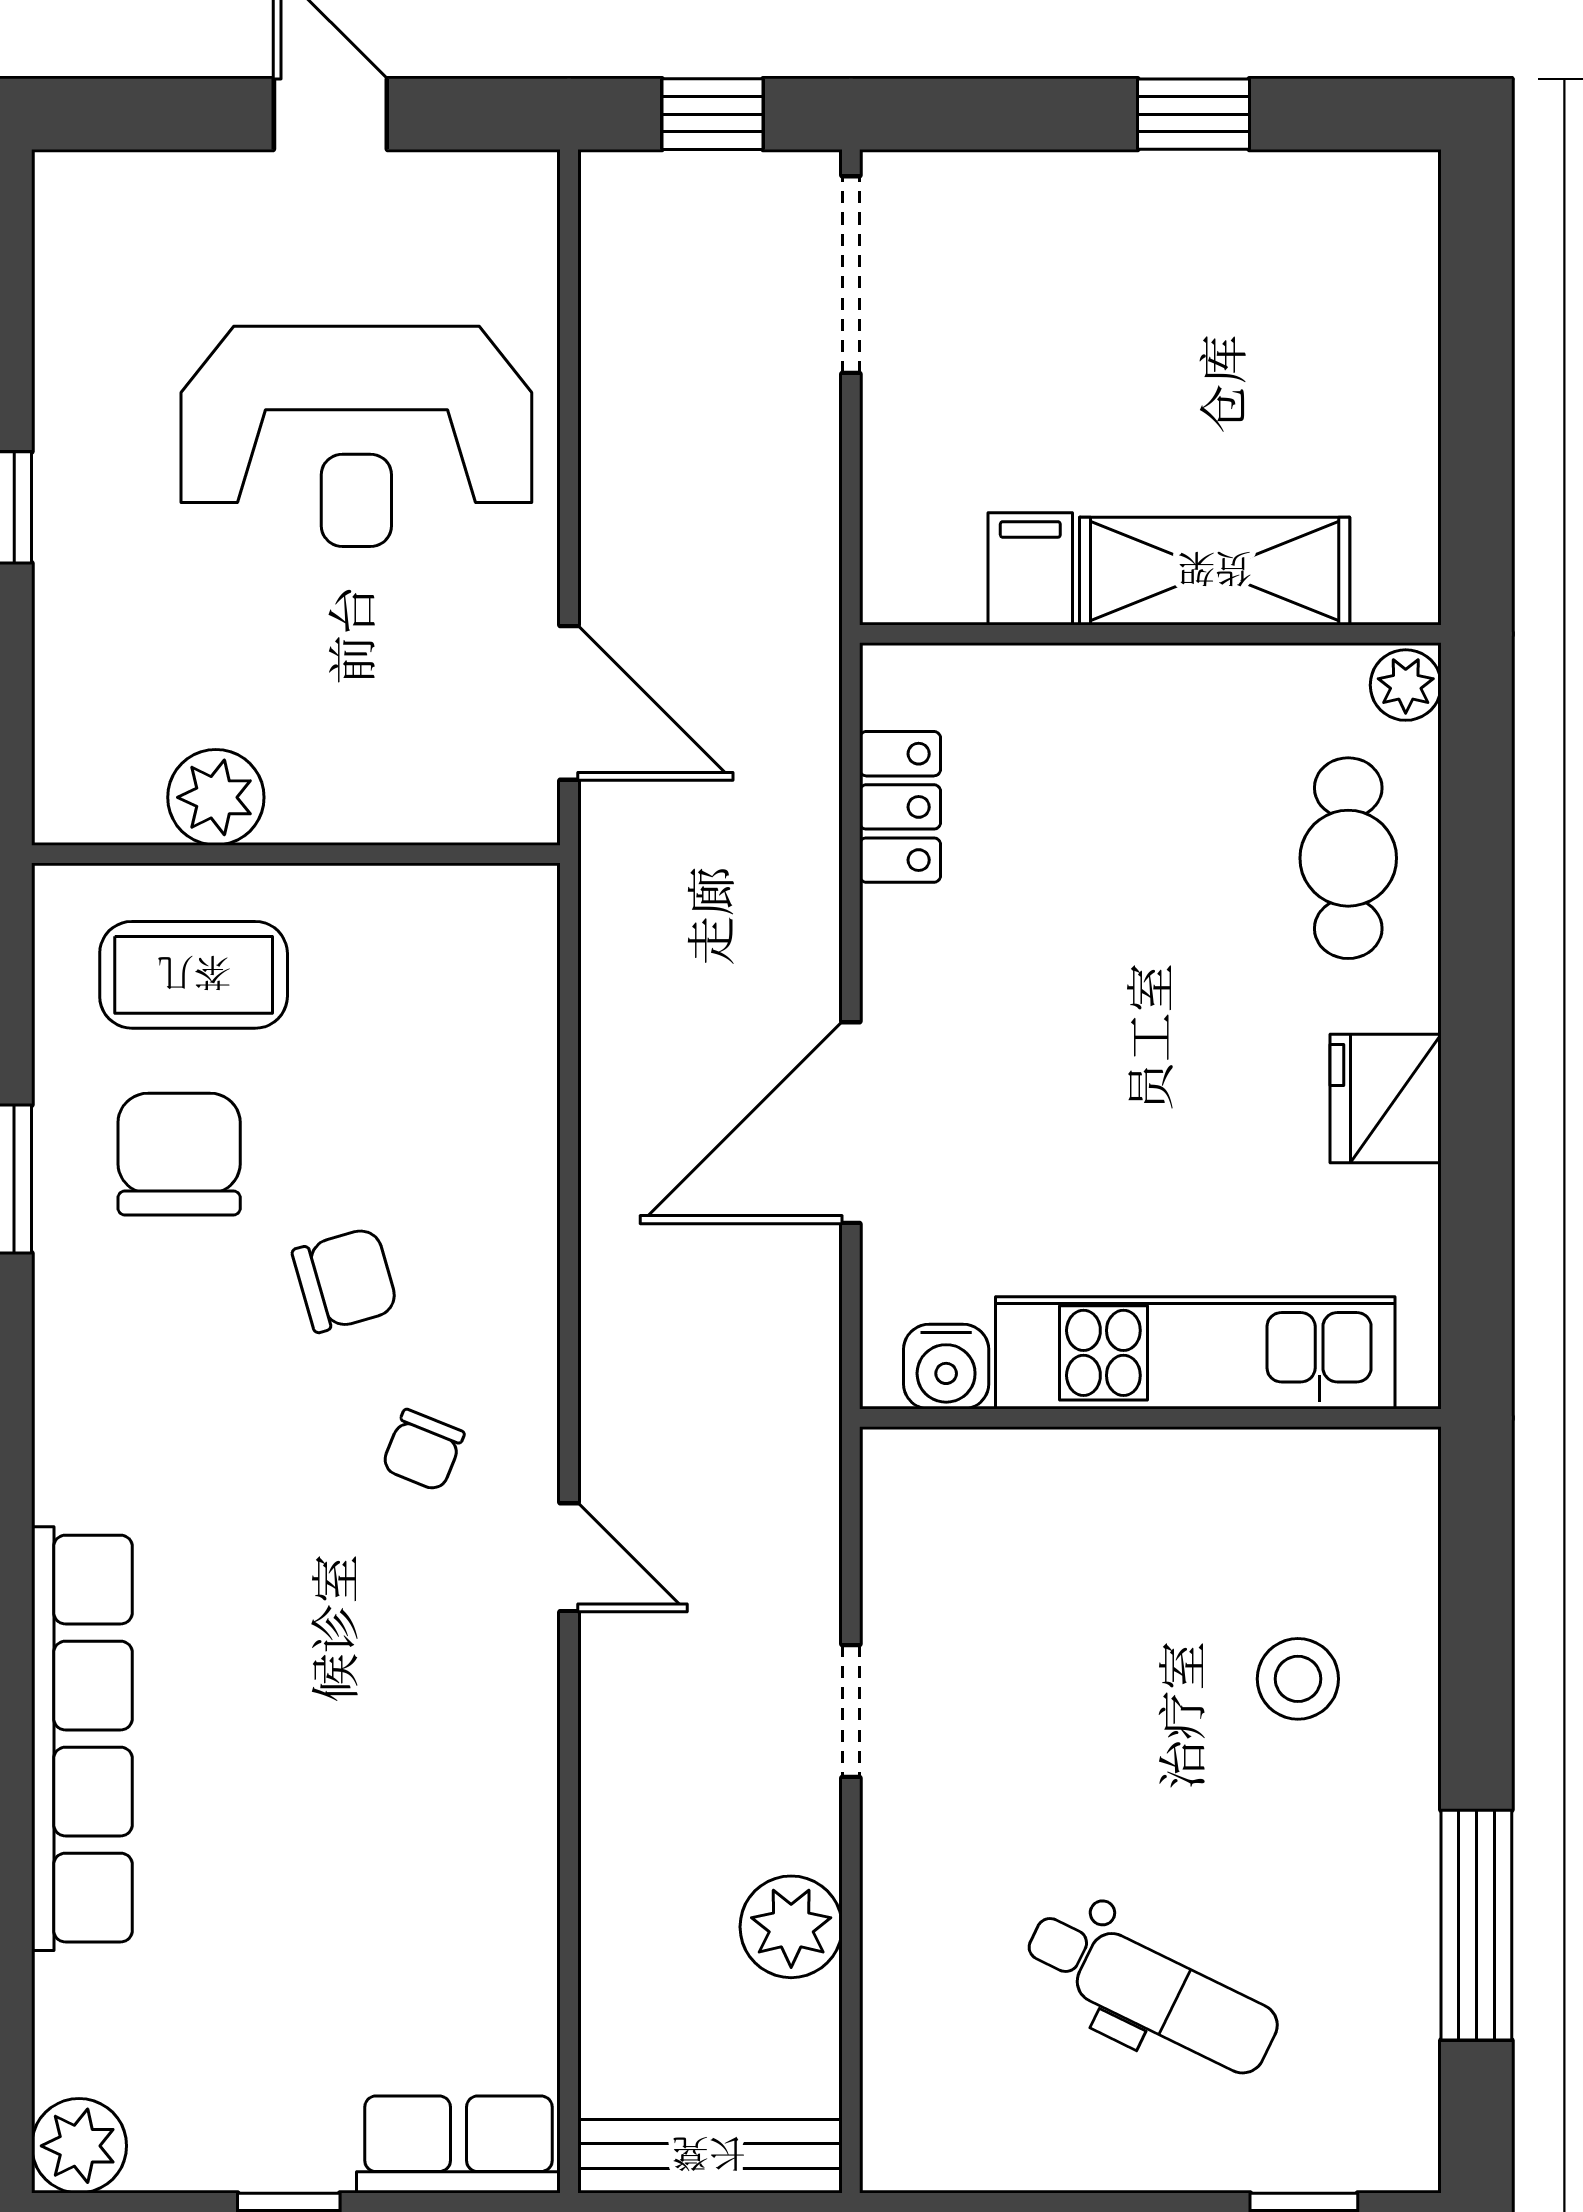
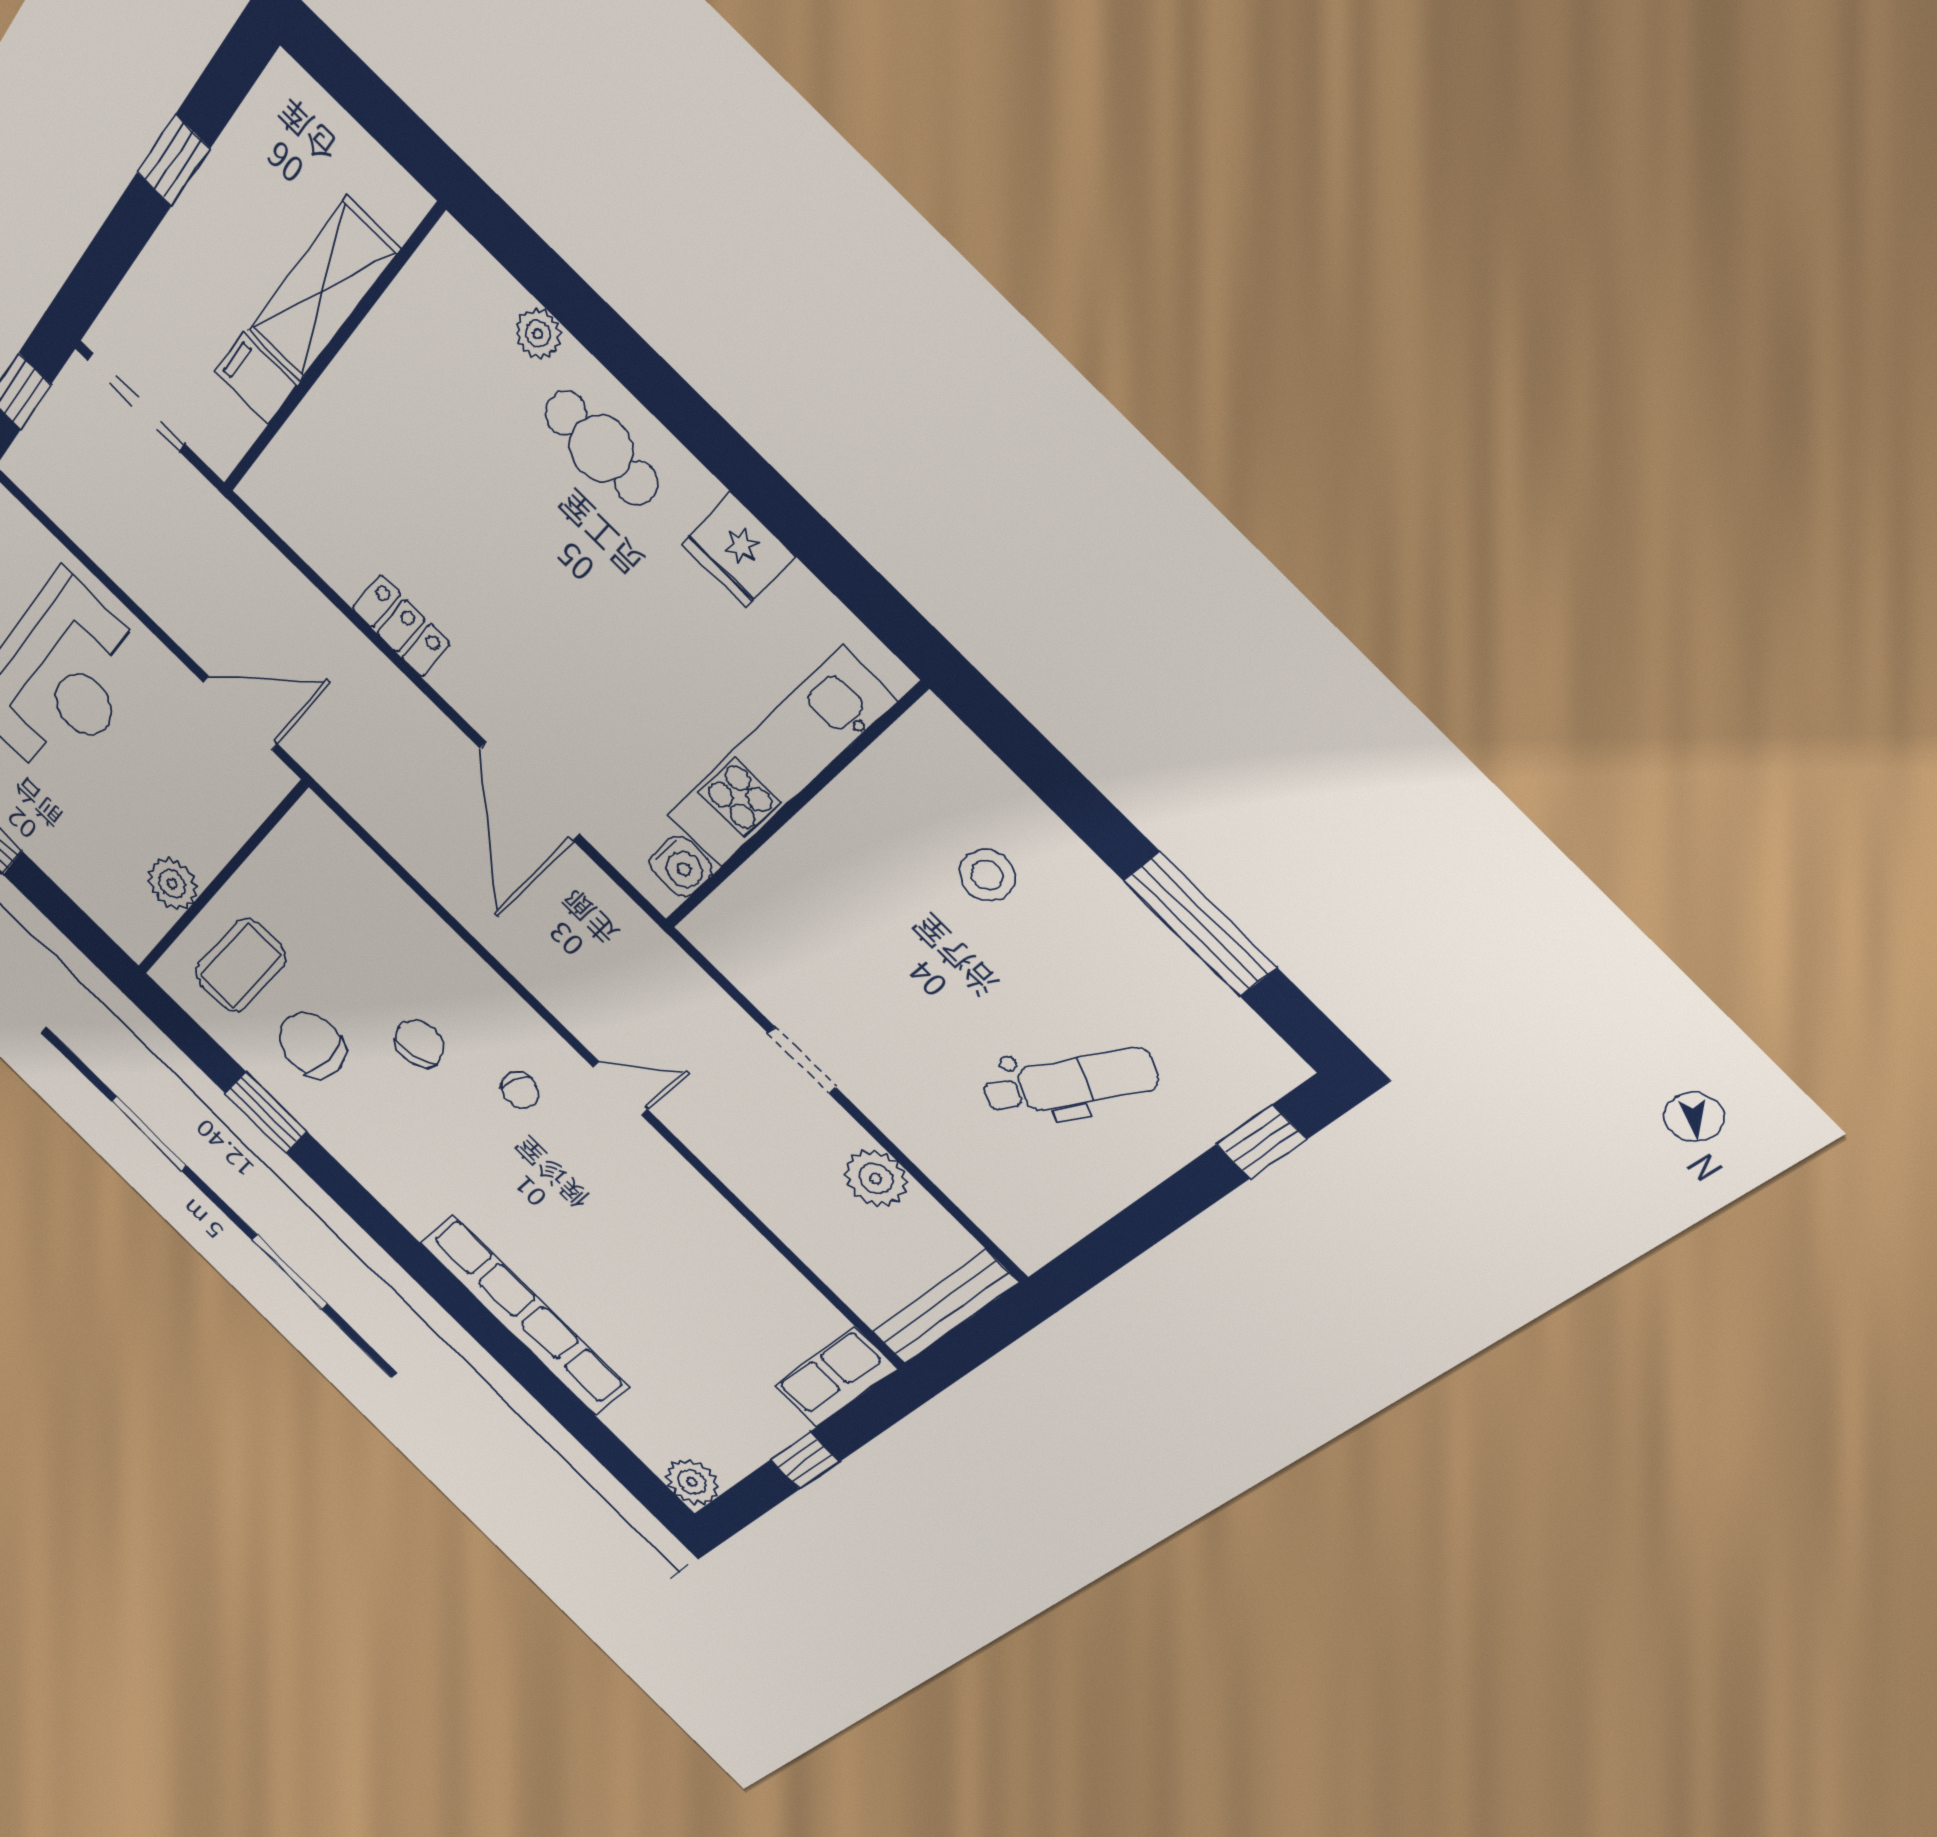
filing cabinet: (1030, 569) -> (256, 379), moved
shelving: (1215, 571) -> (323, 291), moved
wall: (1150, 634) -> (330, 352), moved

